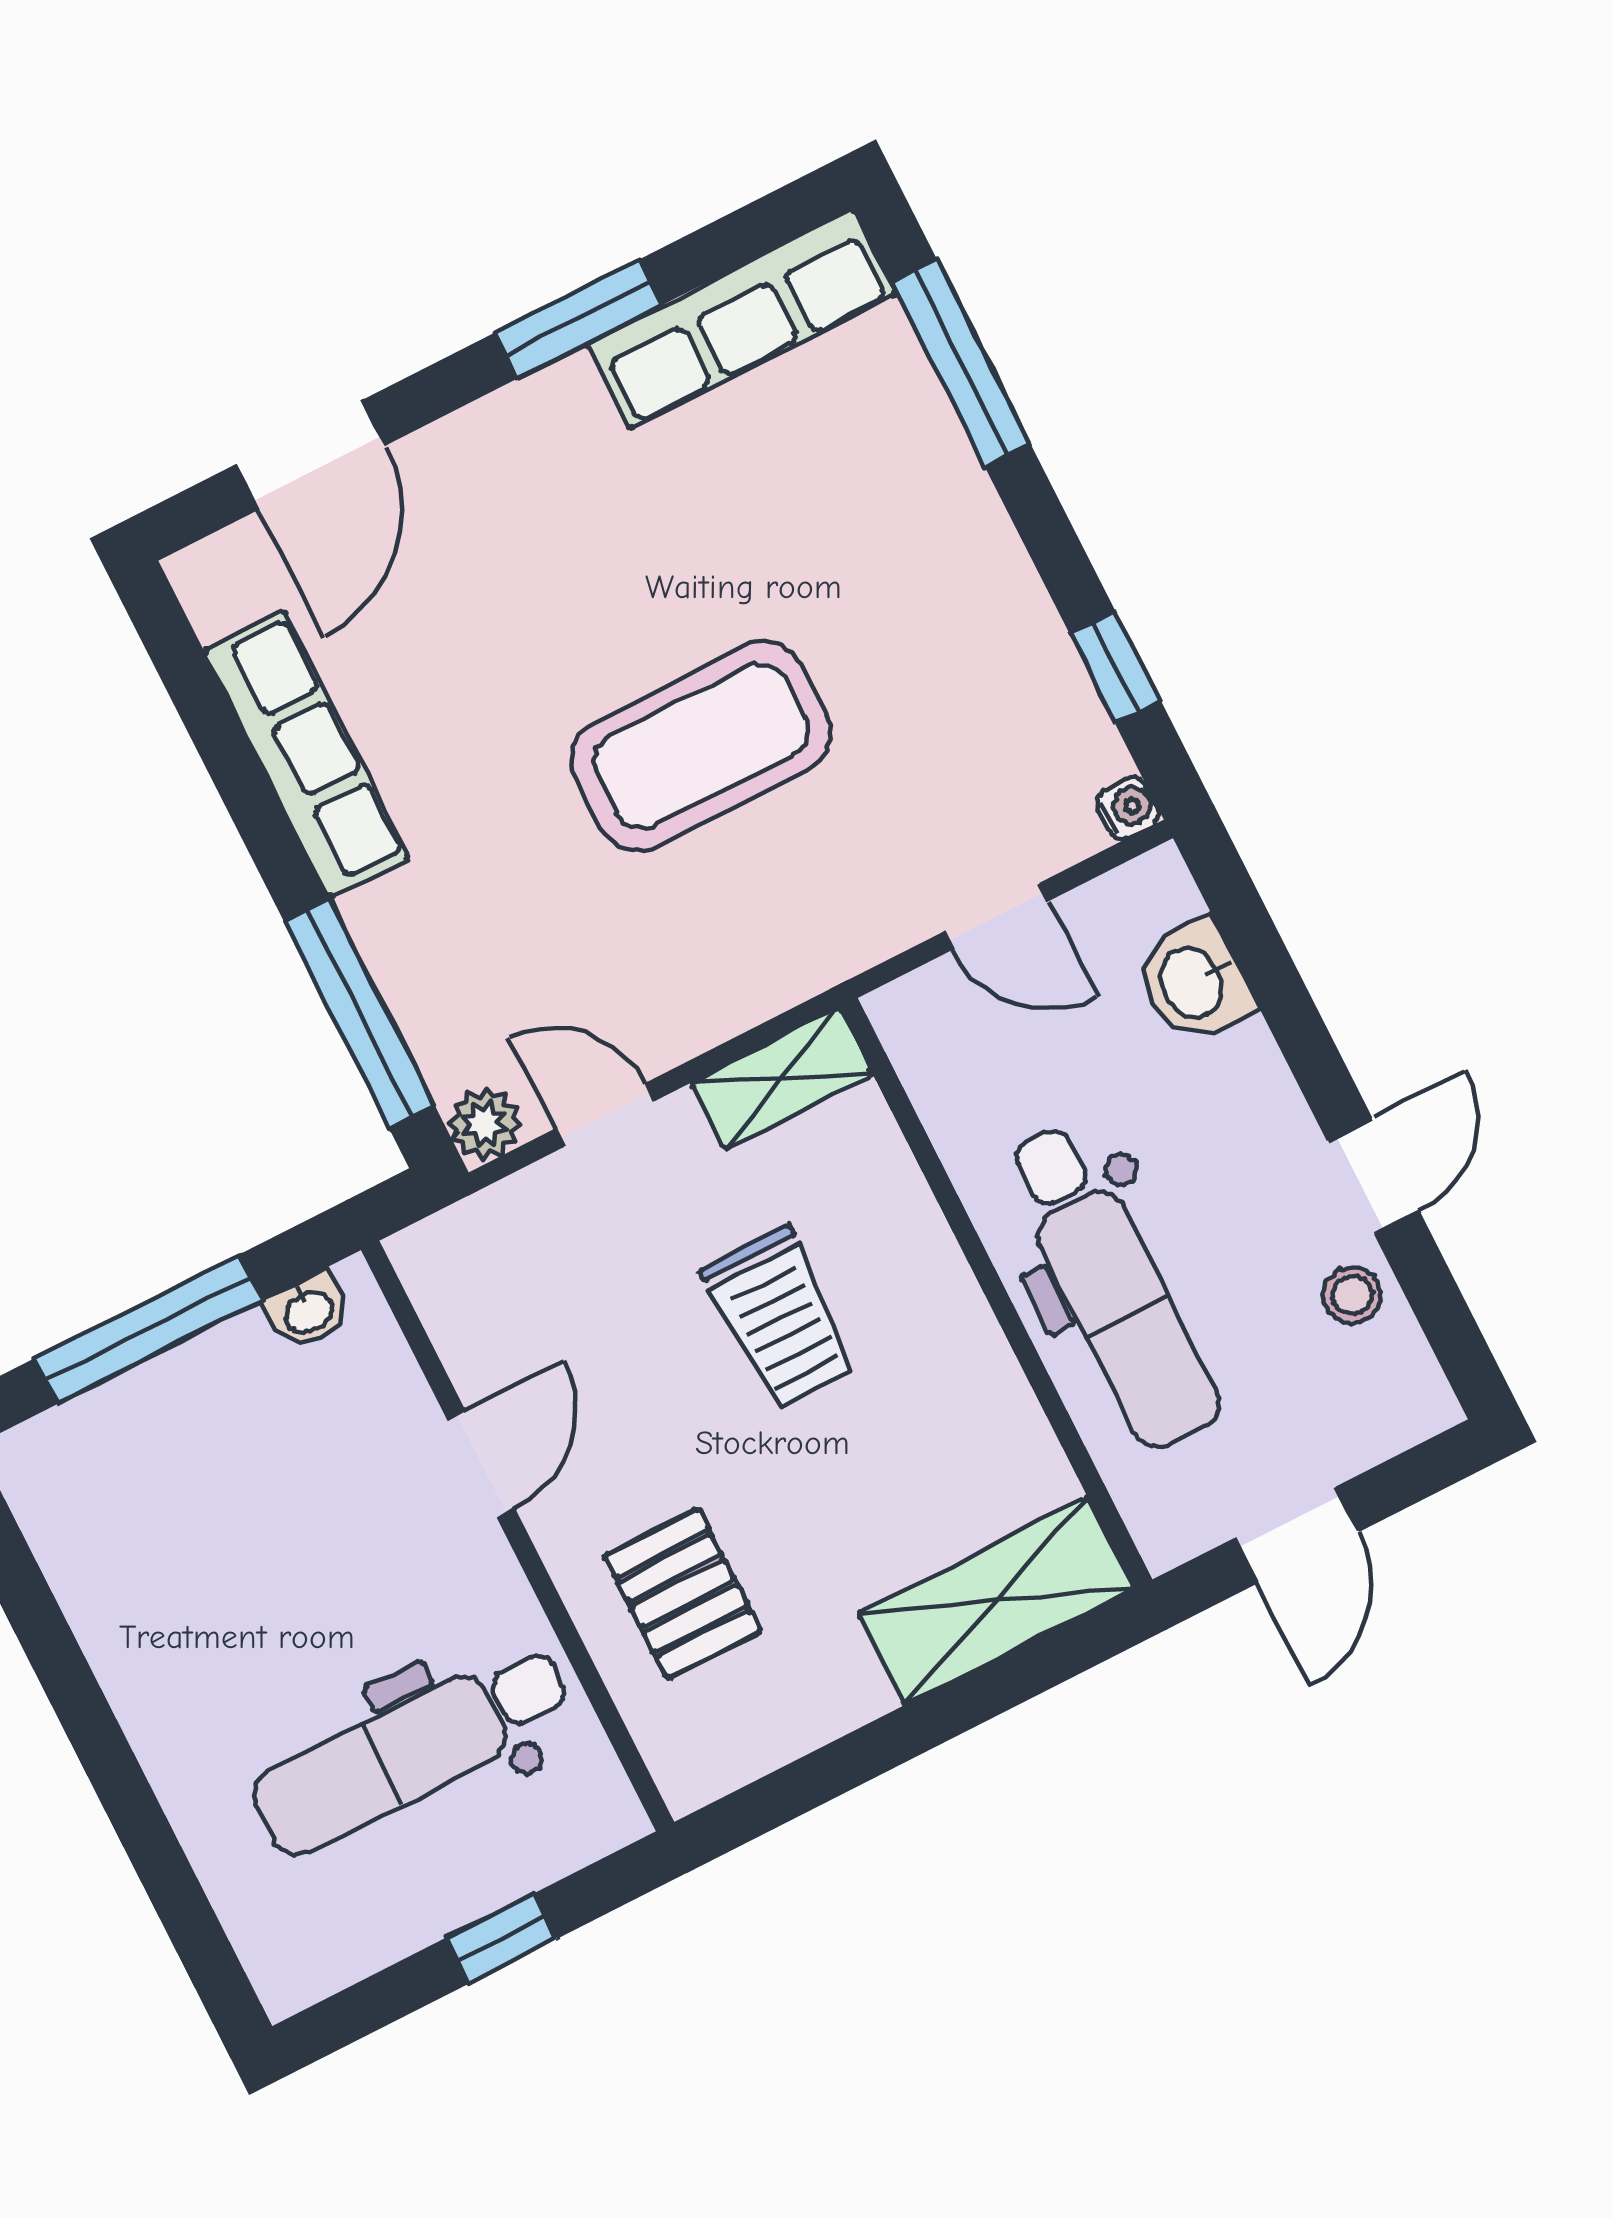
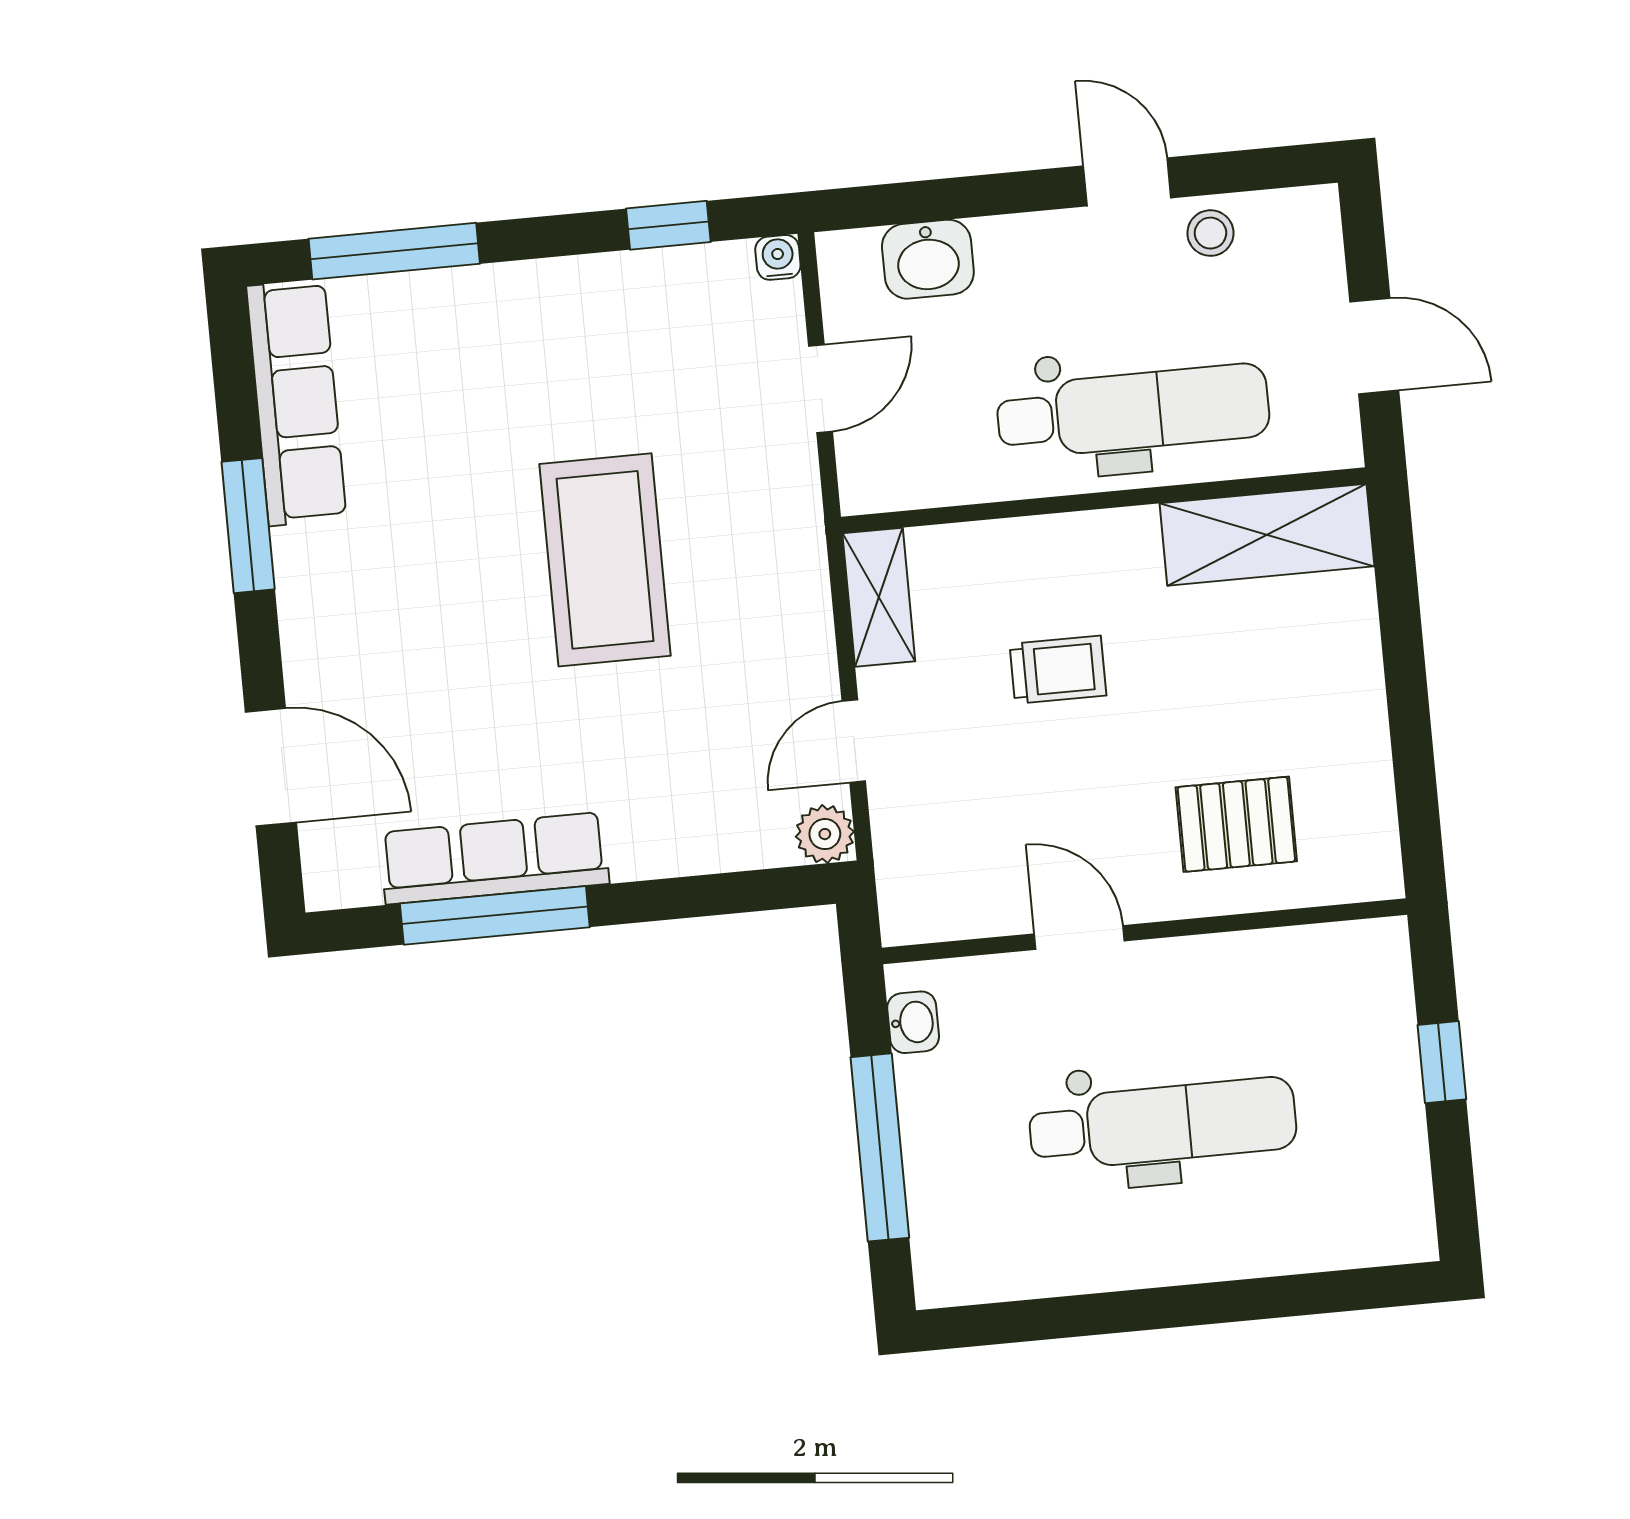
window: (360, 1014) -> (495, 915), moved
trolley: (780, 1318) -> (1058, 670), width x0.73, depth x0.72
shelving: (996, 1601) -> (1267, 535), moved, turned 90
dental chair: (412, 1749) -> (1163, 1124), moved, turned -90

